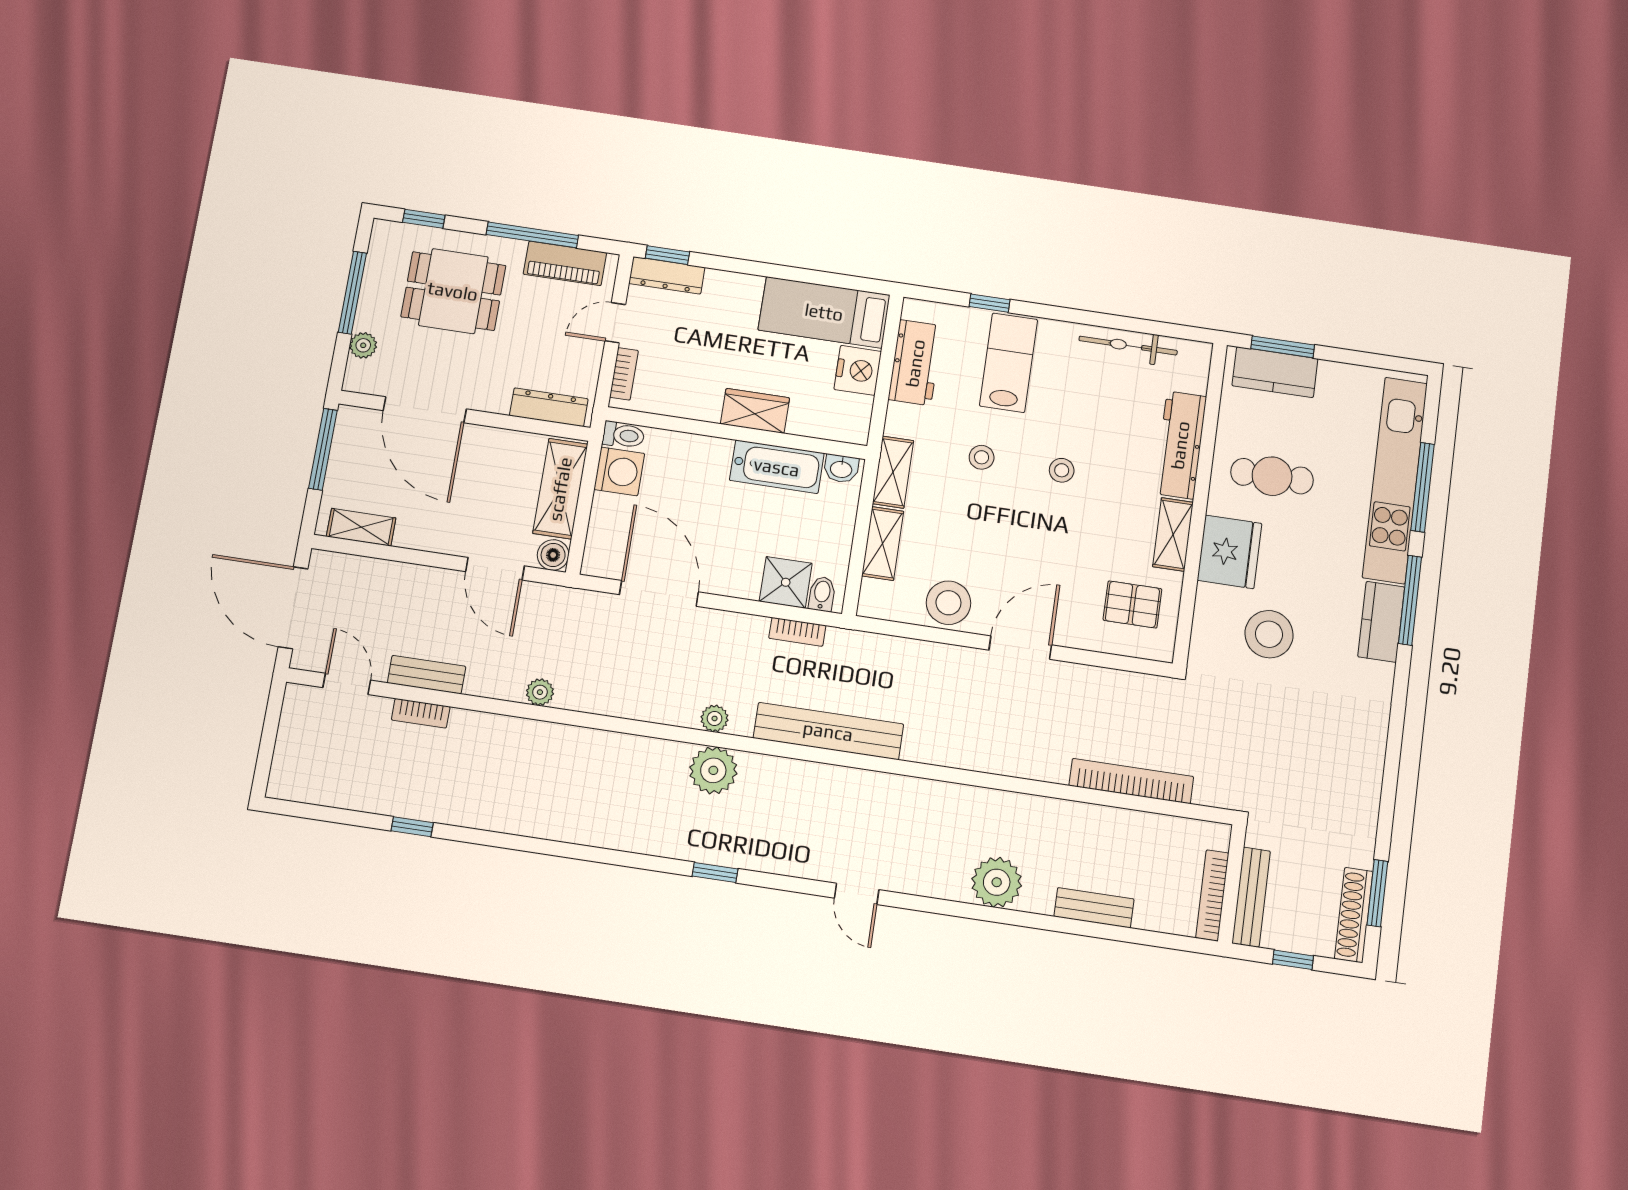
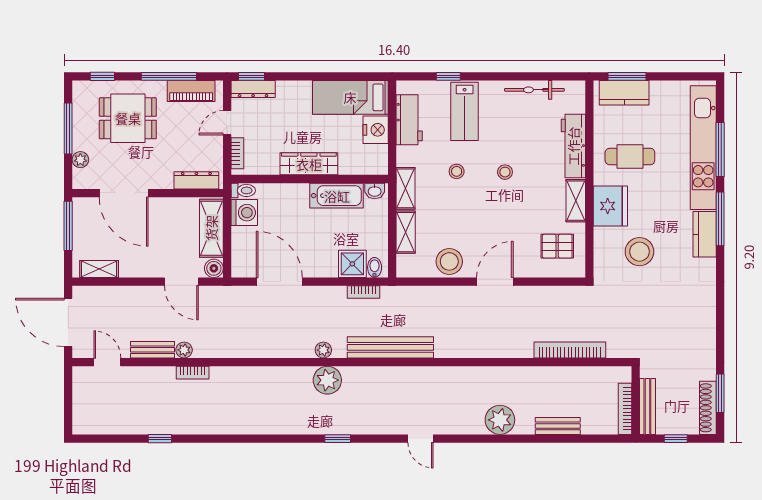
lab bench: (1009, 363) -> (465, 111), turned 180
wardrobe: (755, 411) -> (309, 164), width x1.50
plant: (540, 692) -> (184, 350), moved
bookcase: (421, 713) -> (193, 373), moved

